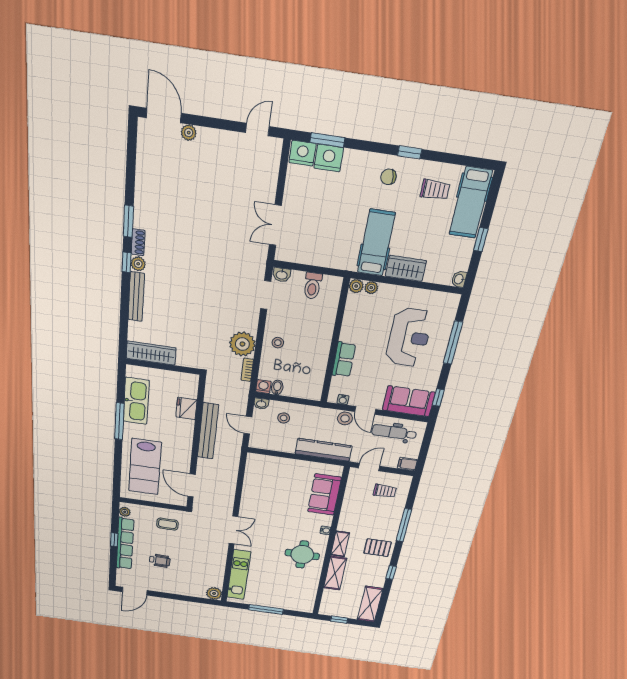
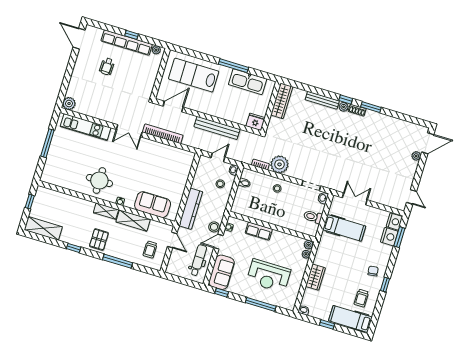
hospital bed: (376, 243) -> (344, 228), moved
washing machine: (263, 387) -> (246, 173), removed
fridge: (186, 408) -> (256, 122), moved
filing cabinet: (407, 464) -> (171, 268), removed
bookcase: (229, 493) -> (163, 134), added
coffee table: (167, 524) -> (141, 81), removed
shelving: (335, 573) -> (133, 221), moved

